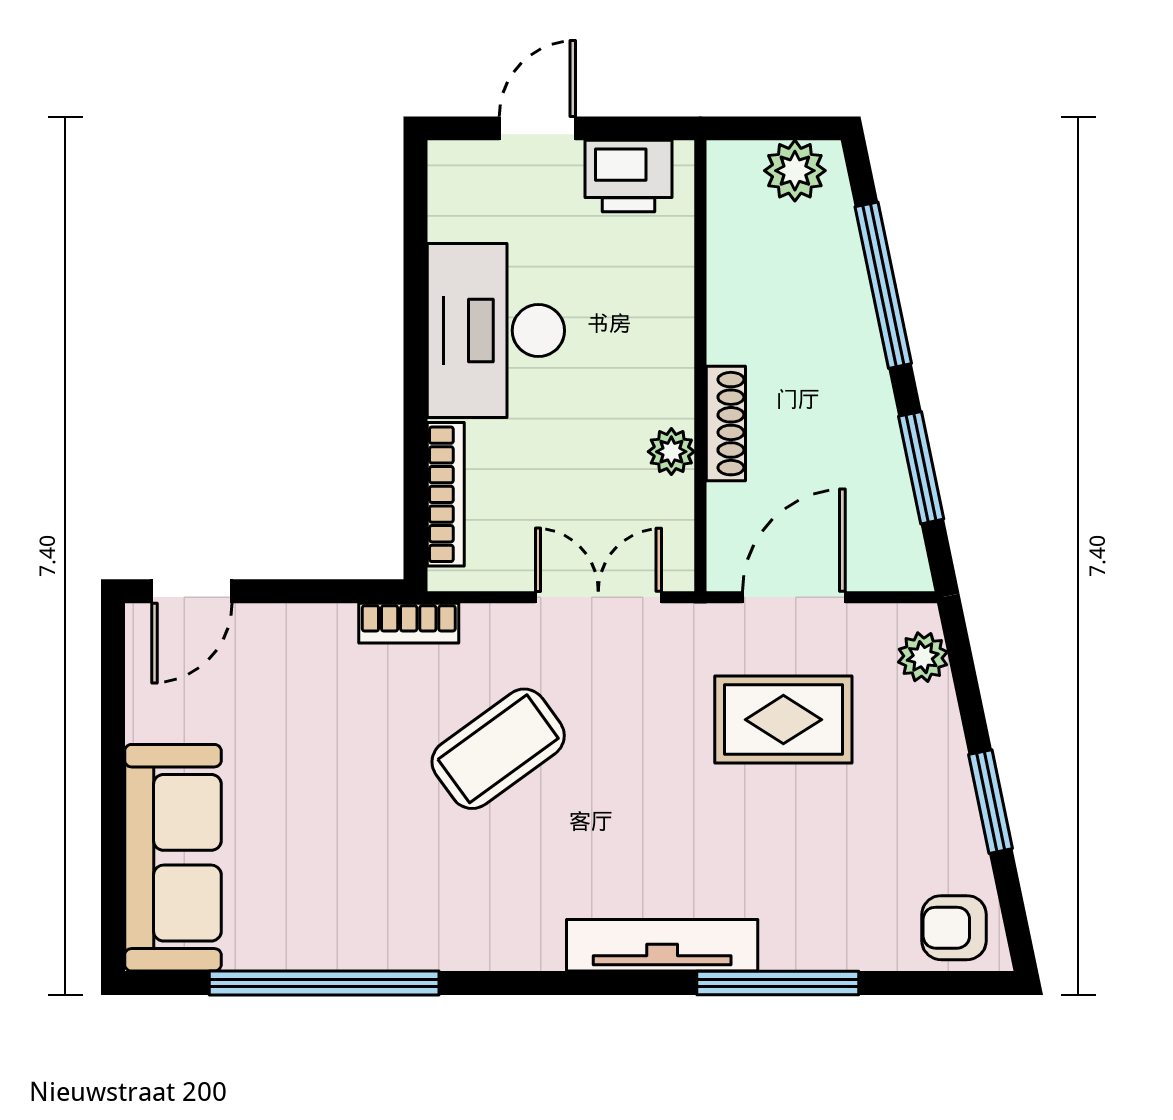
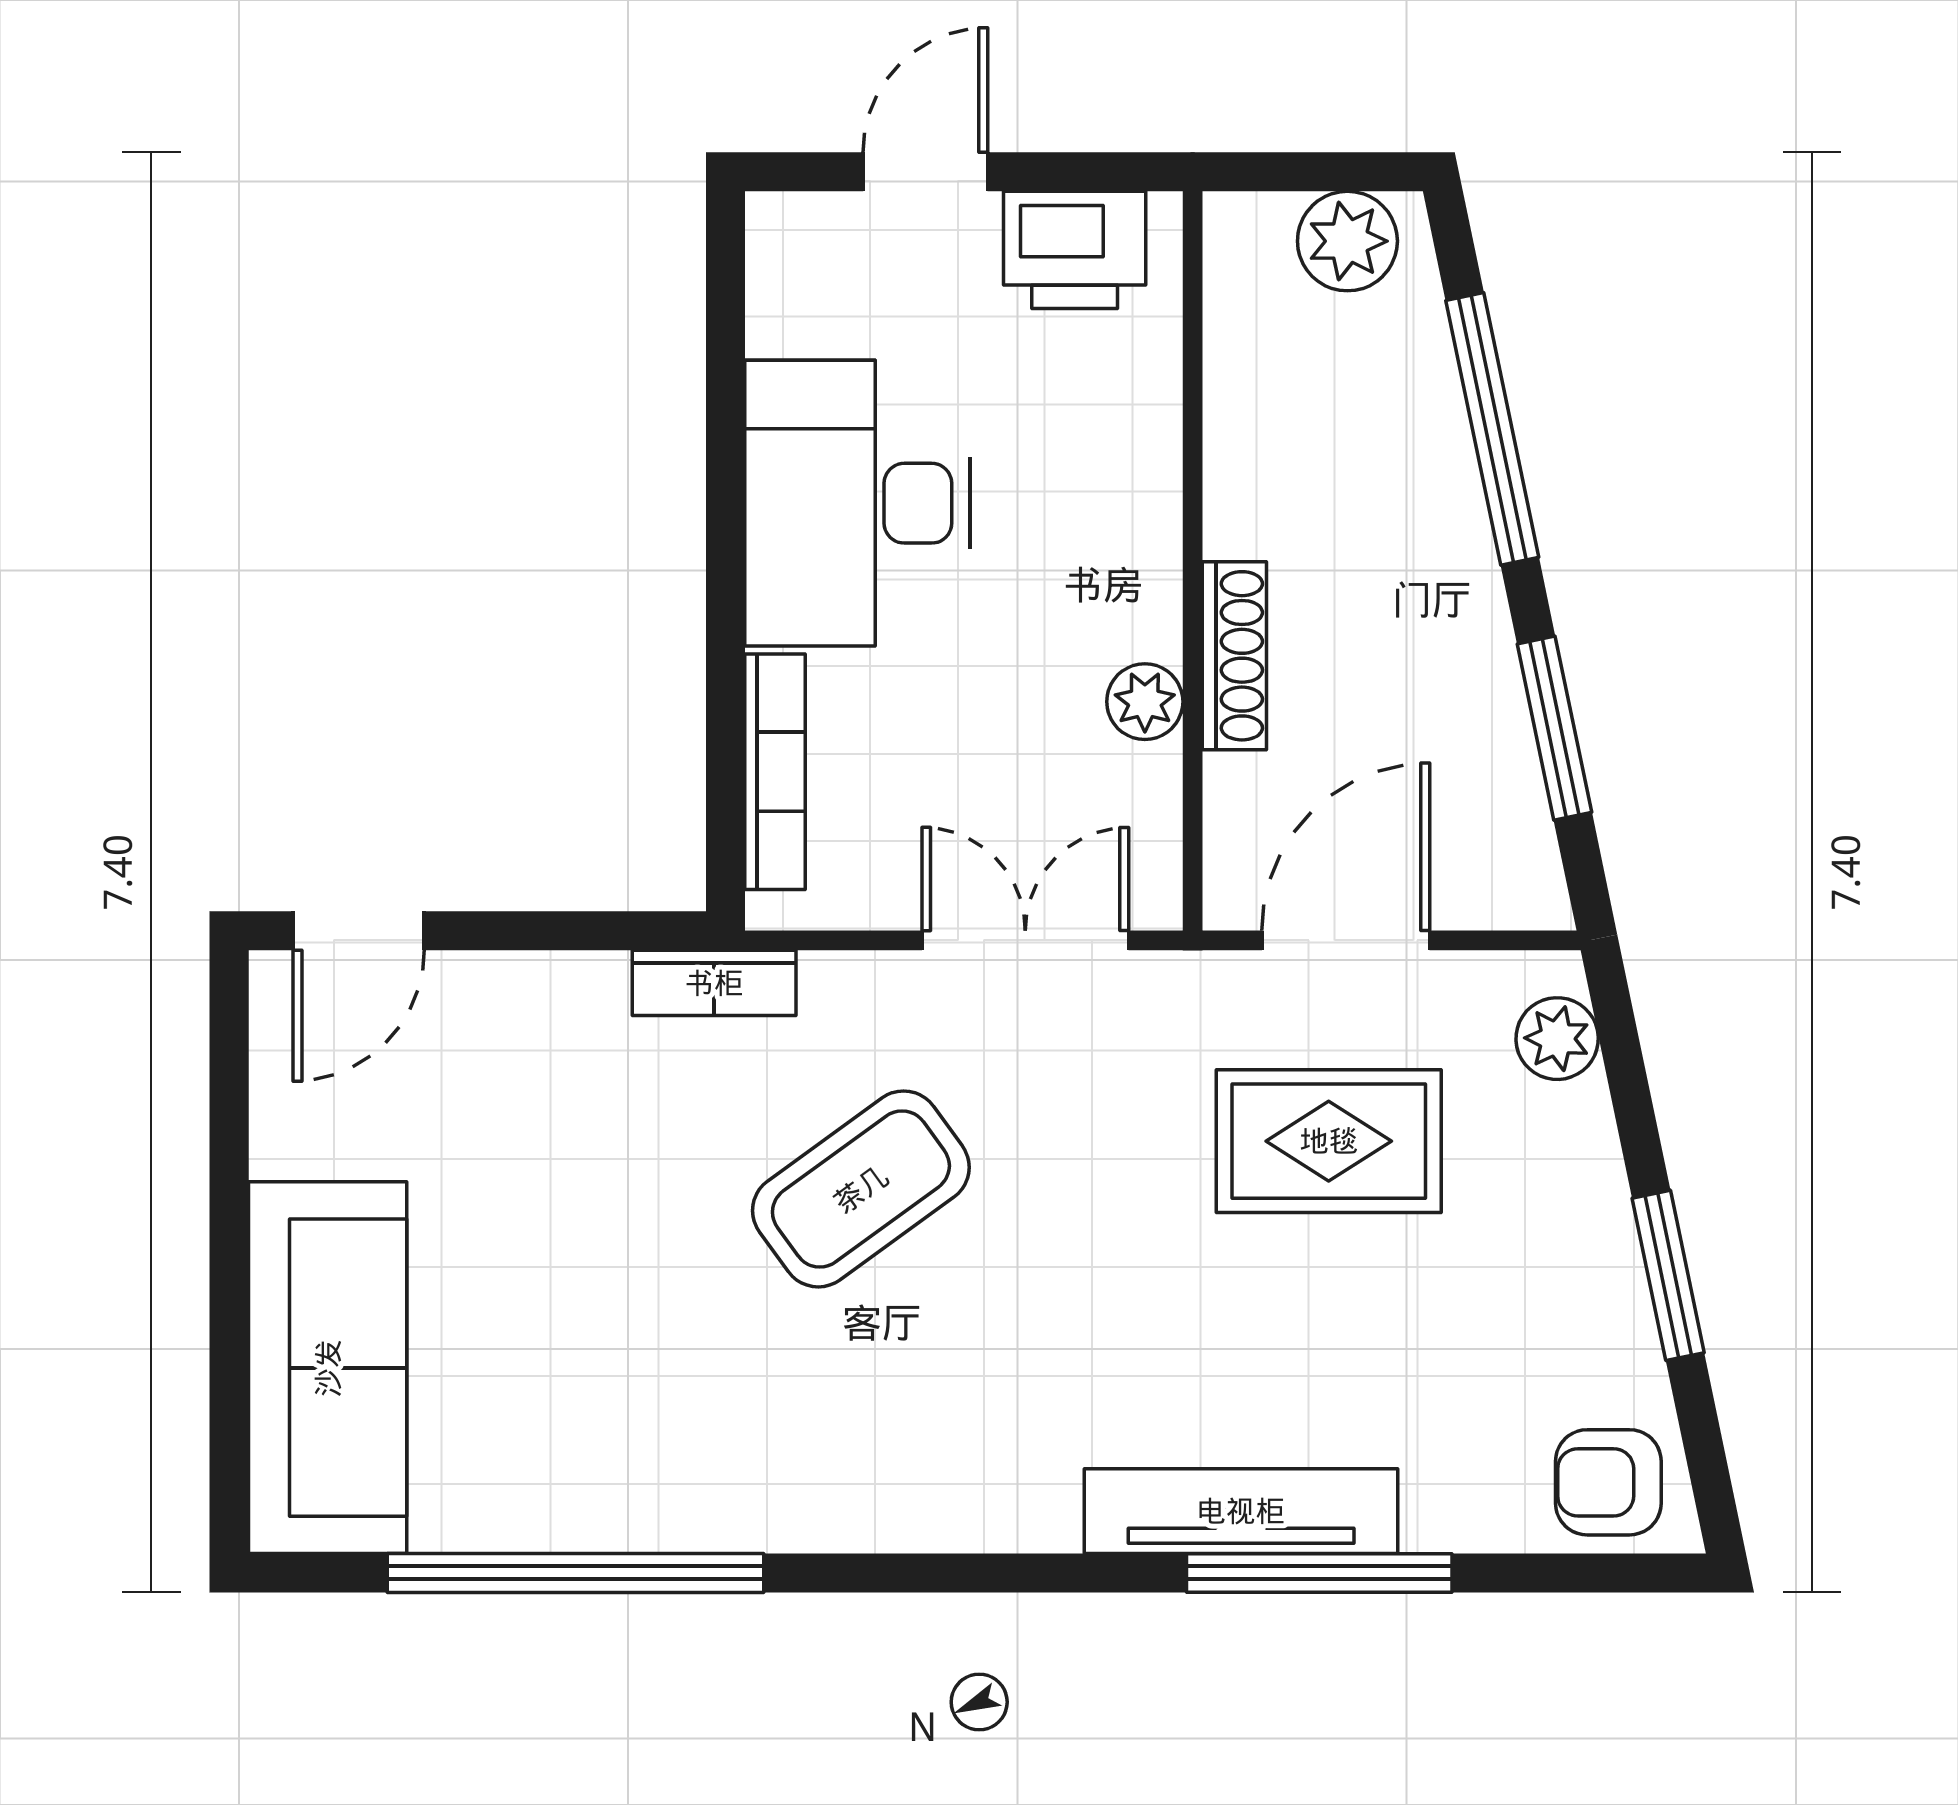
tv unit: (662, 945) -> (1241, 1511), moved

